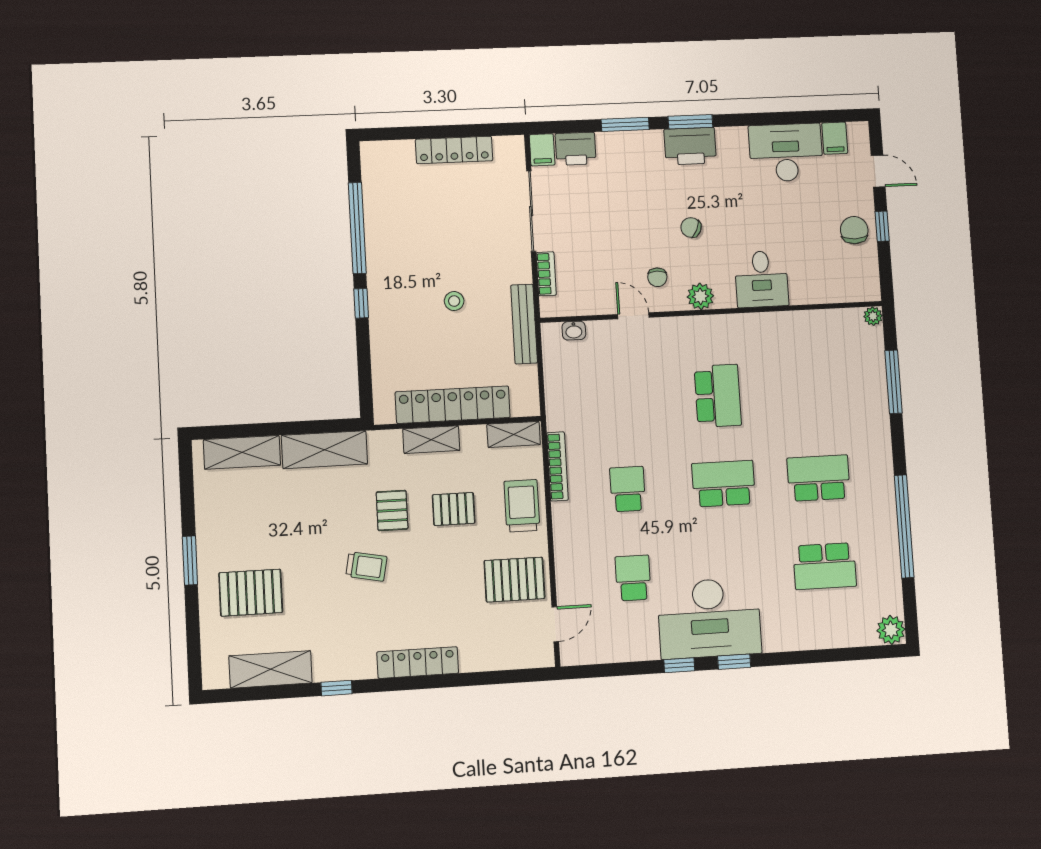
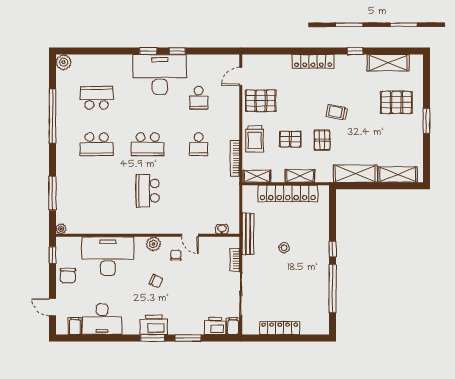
window: (882, 226) -> (52, 255), moved
desk: (762, 279) -> (108, 256), width x1.87, depth x1.30

